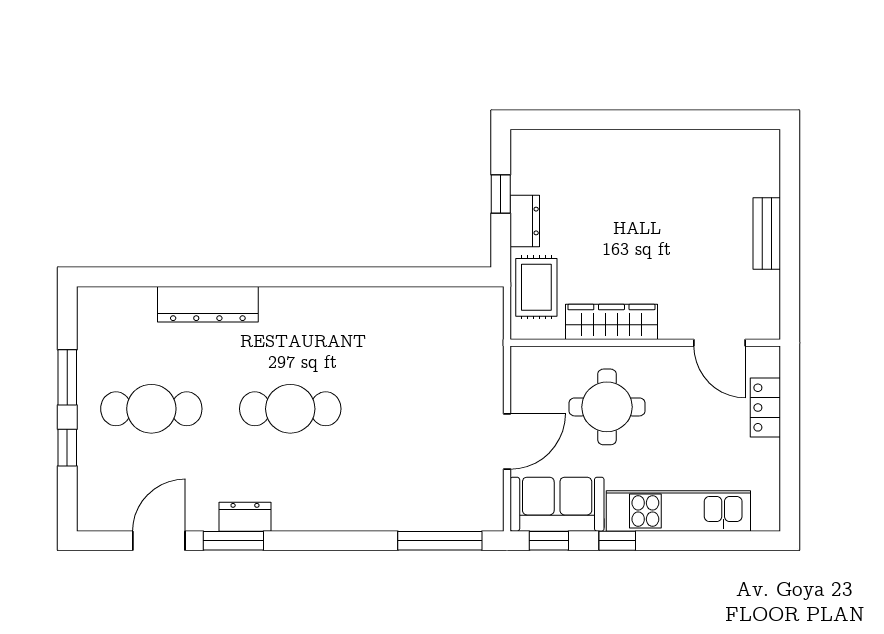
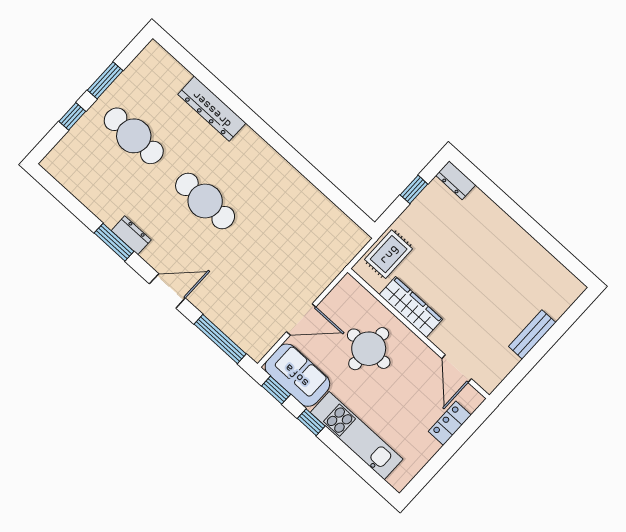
dresser: (525, 221) -> (456, 180), moved, turned 90
door: (159, 541) -> (167, 291), moved

